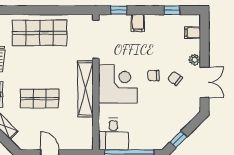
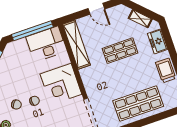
shelving: (86, 89) -> (76, 45), moved
desk: (113, 134) -> (46, 44), width x1.37

